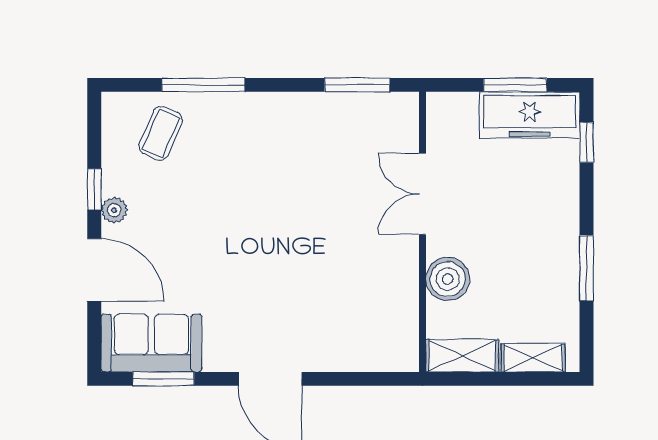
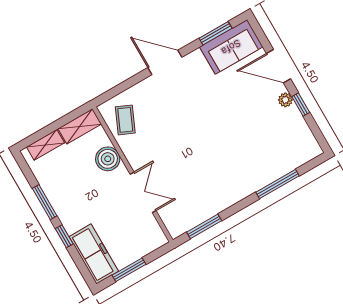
freezer: (530, 115) -> (94, 254), moved, turned 90
coffee table: (161, 133) -> (125, 120), moved
window: (587, 142) -> (64, 236), moved

